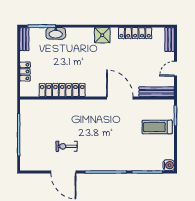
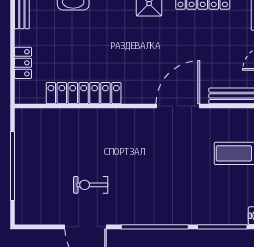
door: (120, 98) -> (178, 106), hinge flipped

